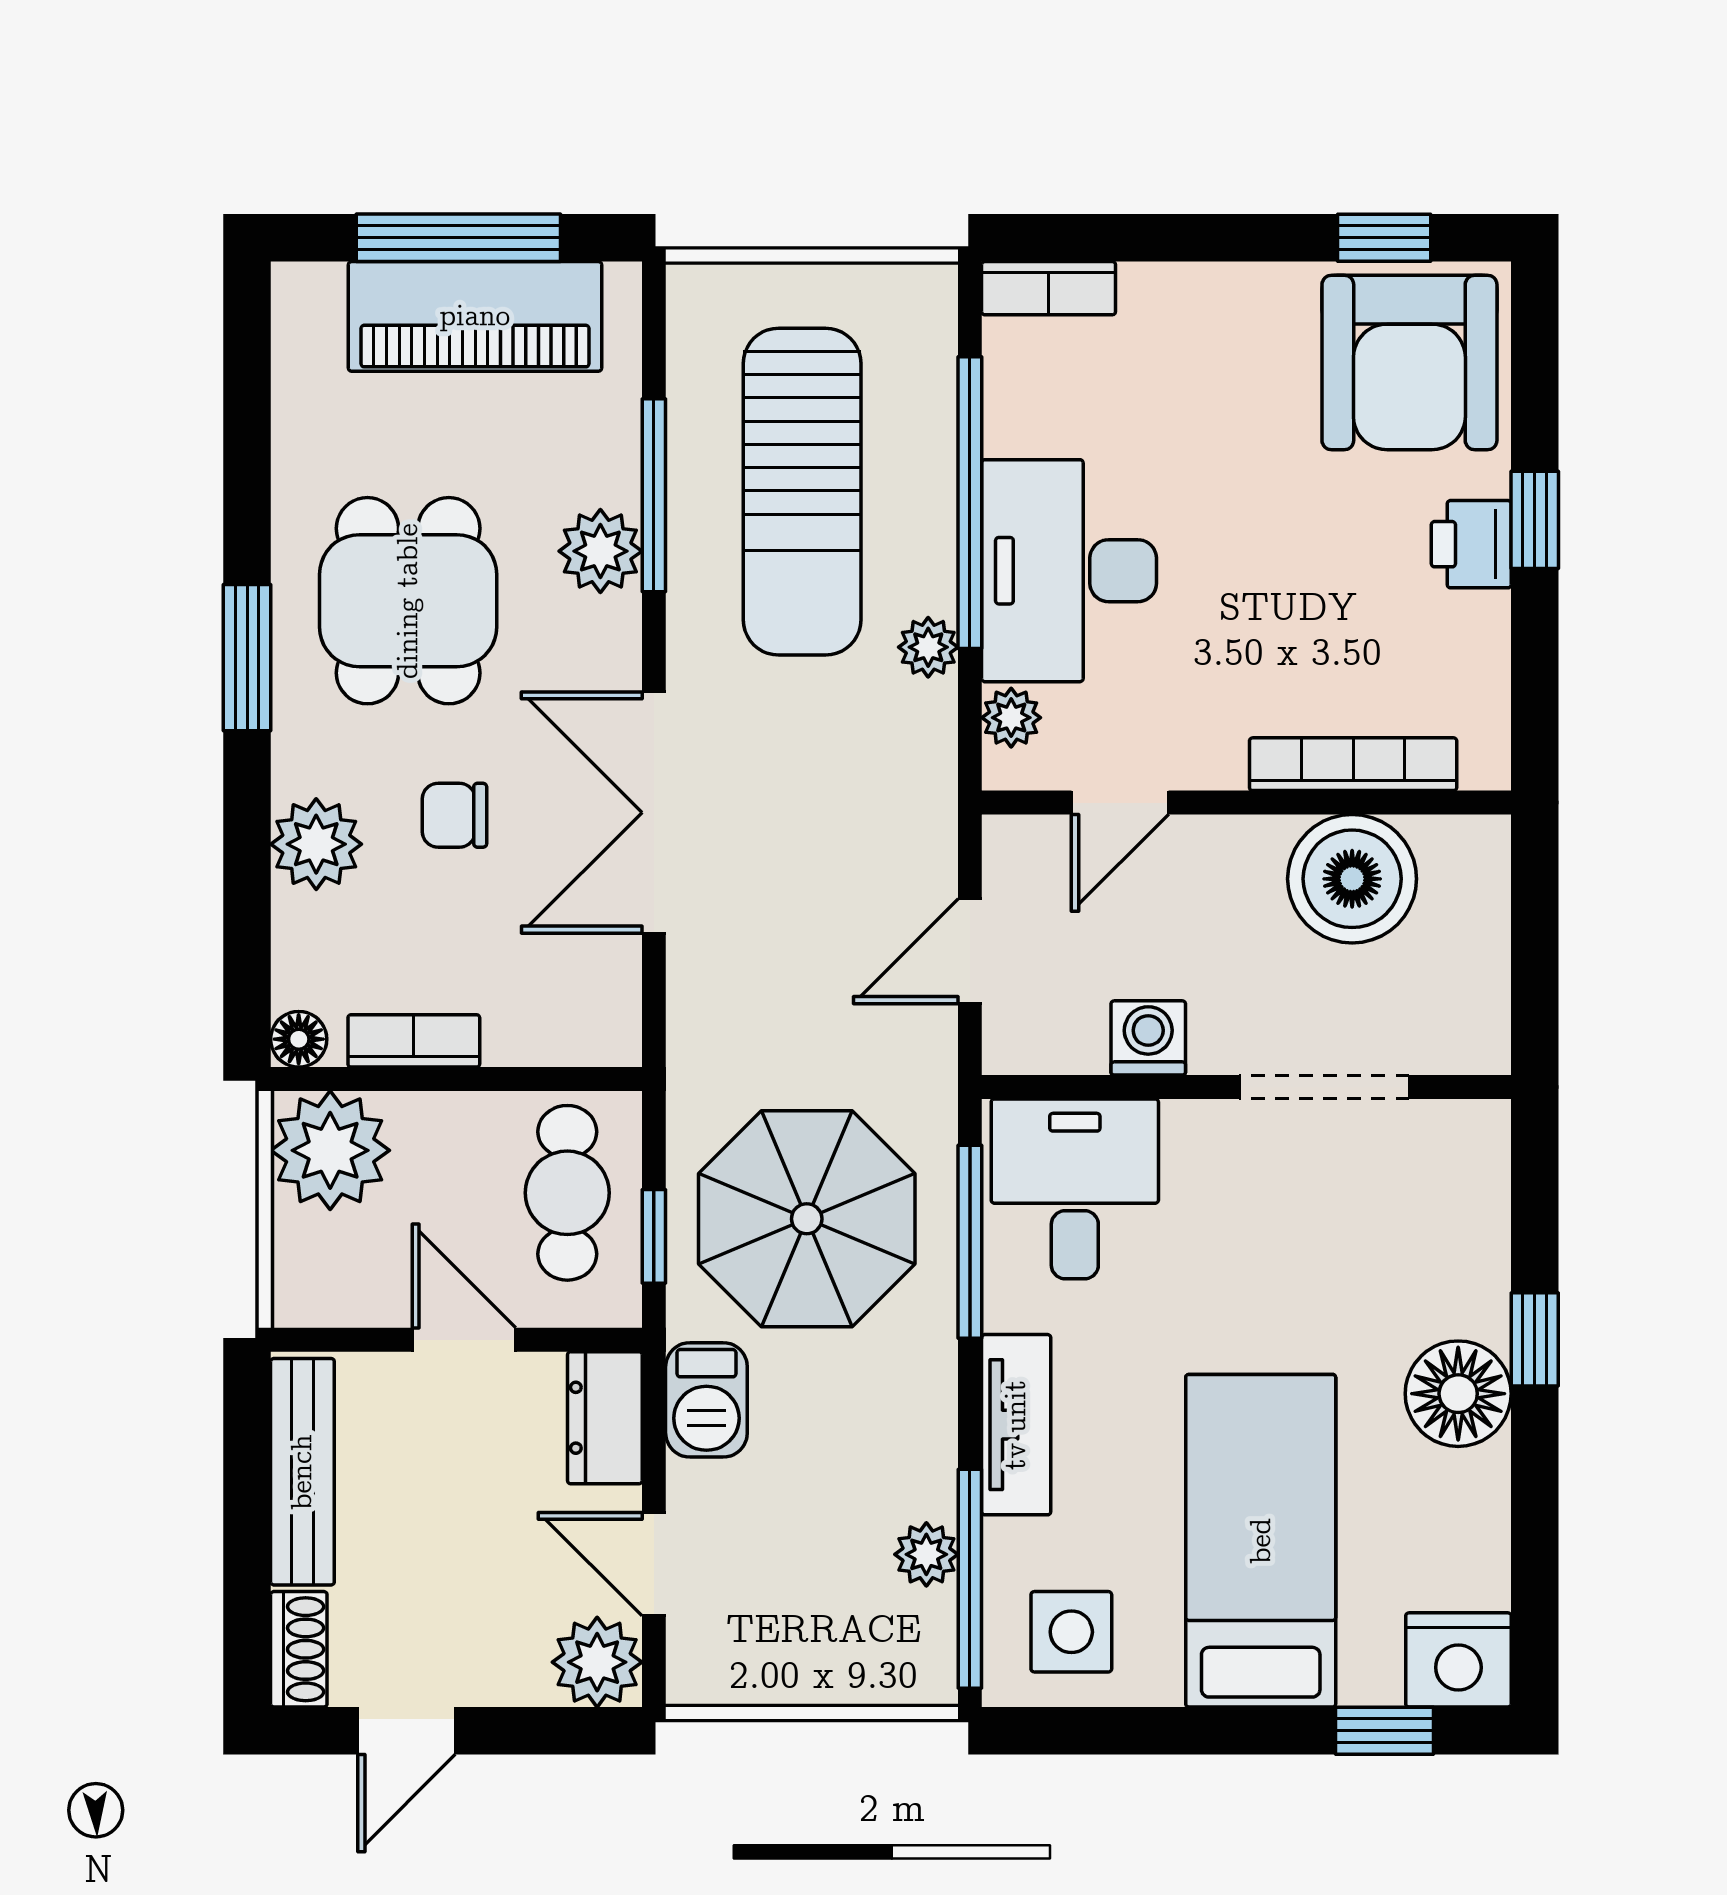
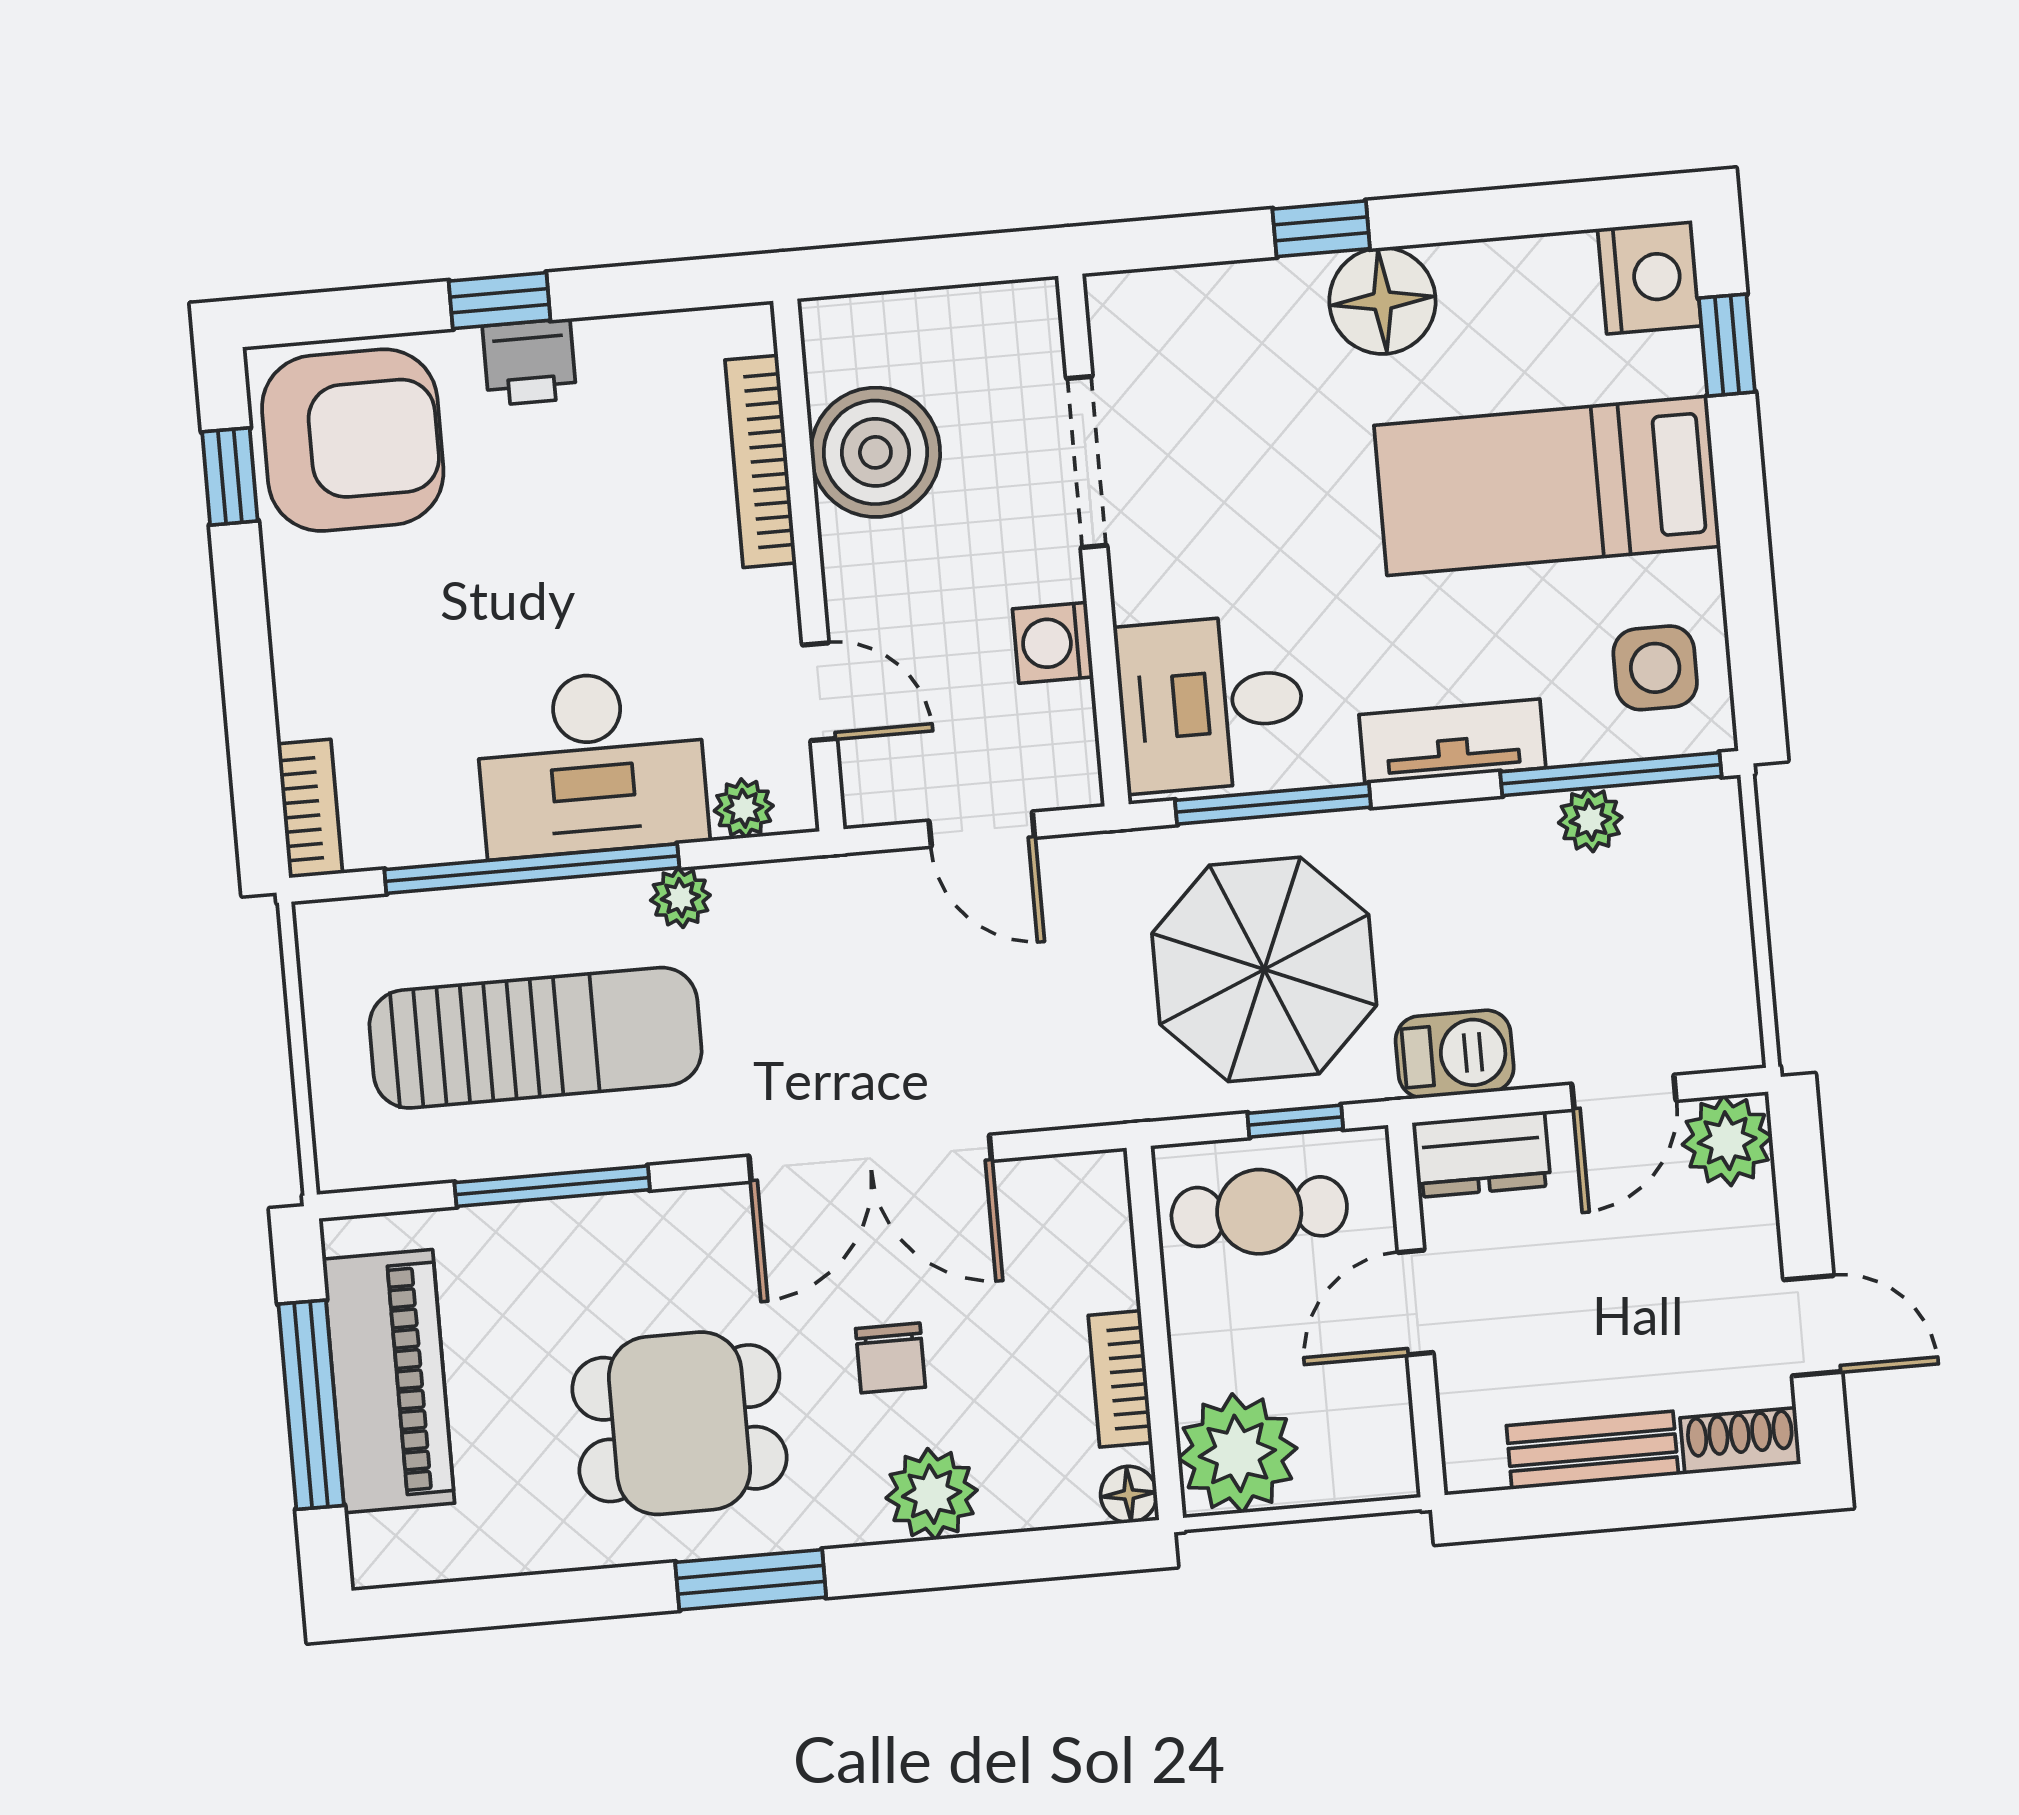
plant: (600, 551) -> (613, 1235), removed
bench: (302, 1472) -> (1592, 1450), width x0.73

